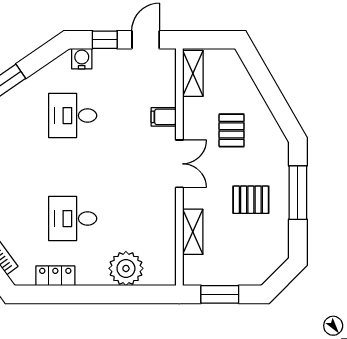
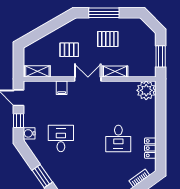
desk: (73, 116) -> (61, 138), turned 180
pallet: (251, 200) -> (108, 39), turned 90
shelving: (193, 232) -> (115, 71), moved
plant: (126, 268) -> (146, 90), moved

